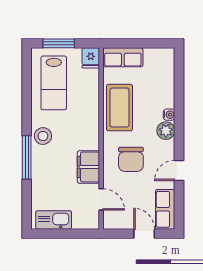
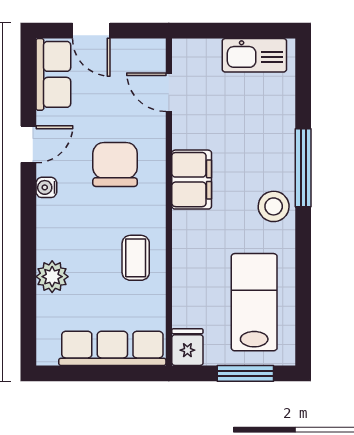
row of seats: (123, 57) -> (112, 348), width x1.48
coffee table: (120, 108) -> (136, 258), width x0.54, depth x0.58
water cooler: (169, 115) -> (46, 187), moved
plant: (166, 131) -> (52, 277), moved
filing cabinet: (88, 167) -> (192, 180), moved

